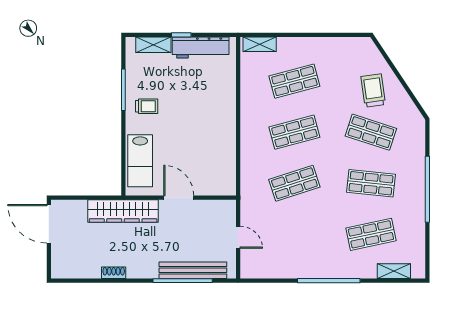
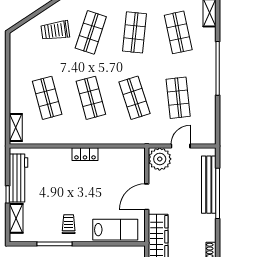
locker: (228, 125) -> (85, 154), added
plant: (223, 213) -> (160, 159), added
shop shelf: (294, 234) -> (178, 98), added

